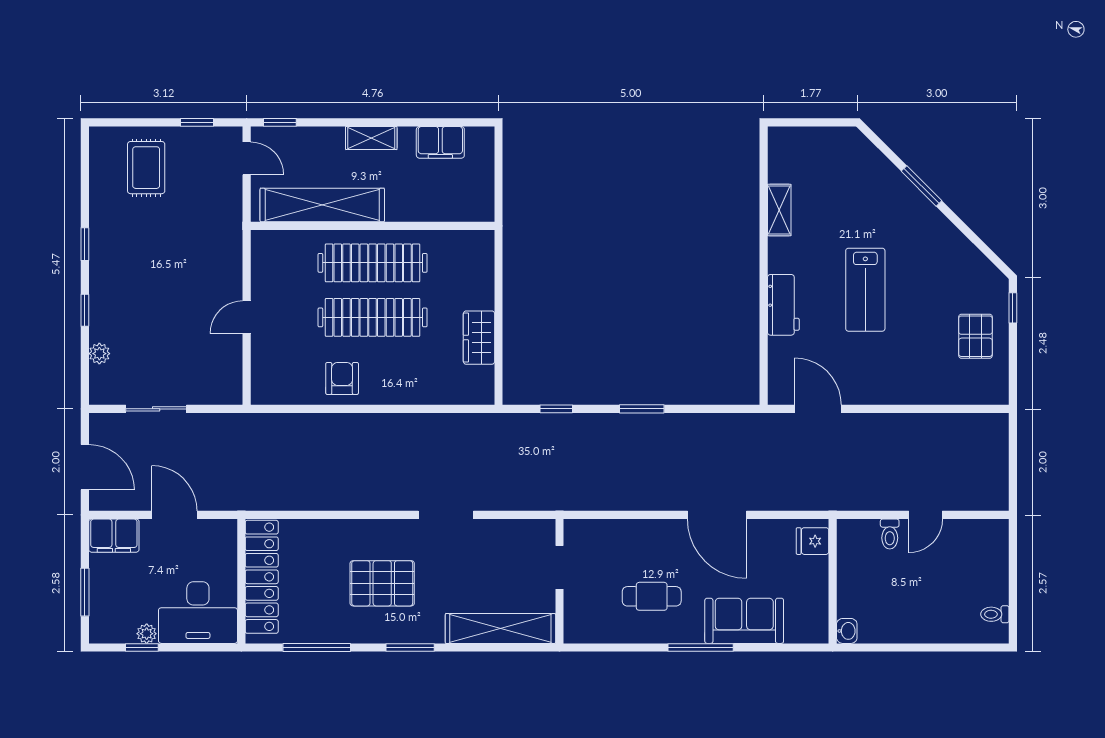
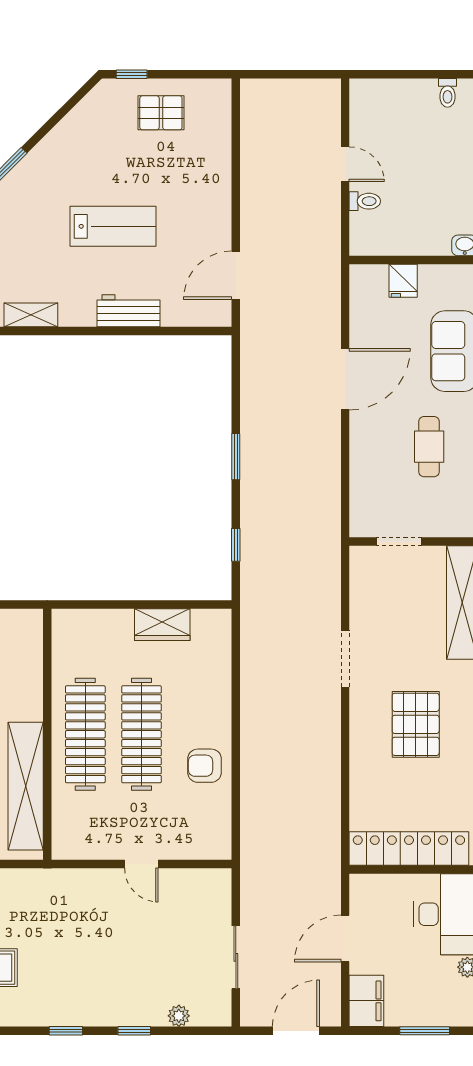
fridge: (813, 541) -> (403, 281), moved

